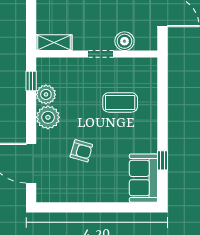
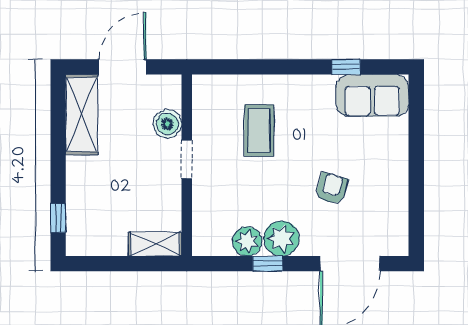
shelving: (54, 43) -> (155, 244), moved, turned 90
window: (31, 81) -> (268, 264), moved

